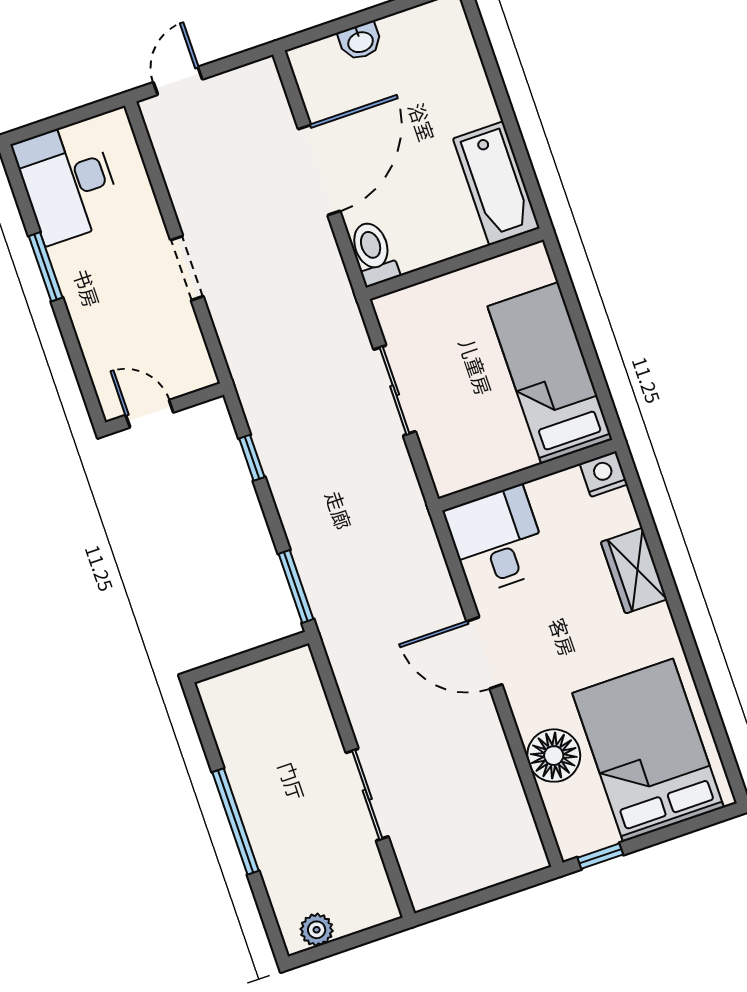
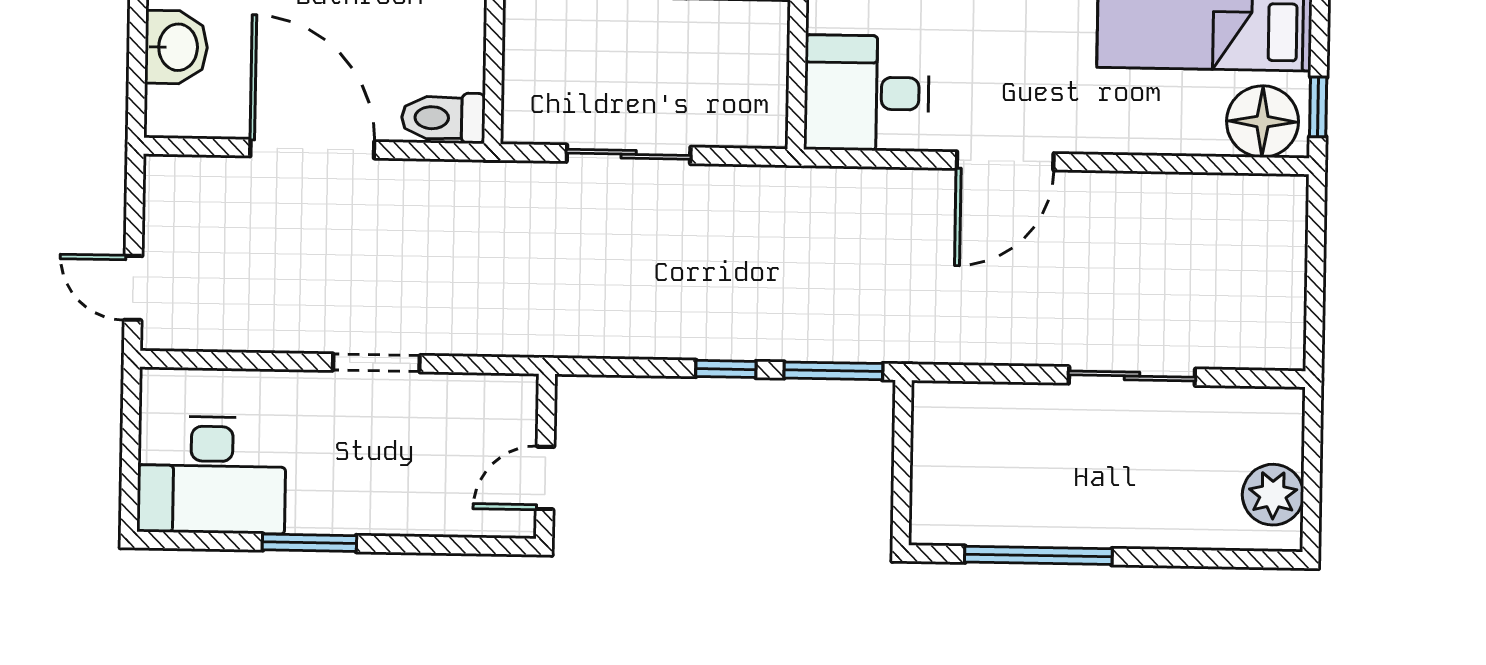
washbasin: (360, 41) -> (176, 47), width x1.38, depth x1.45
window: (252, 458) -> (726, 369), moved
floor lamp: (554, 756) -> (1263, 122), moved
window: (236, 822) -> (1038, 555), moved
plant: (317, 930) -> (1273, 495), width x1.38, depth x1.38

